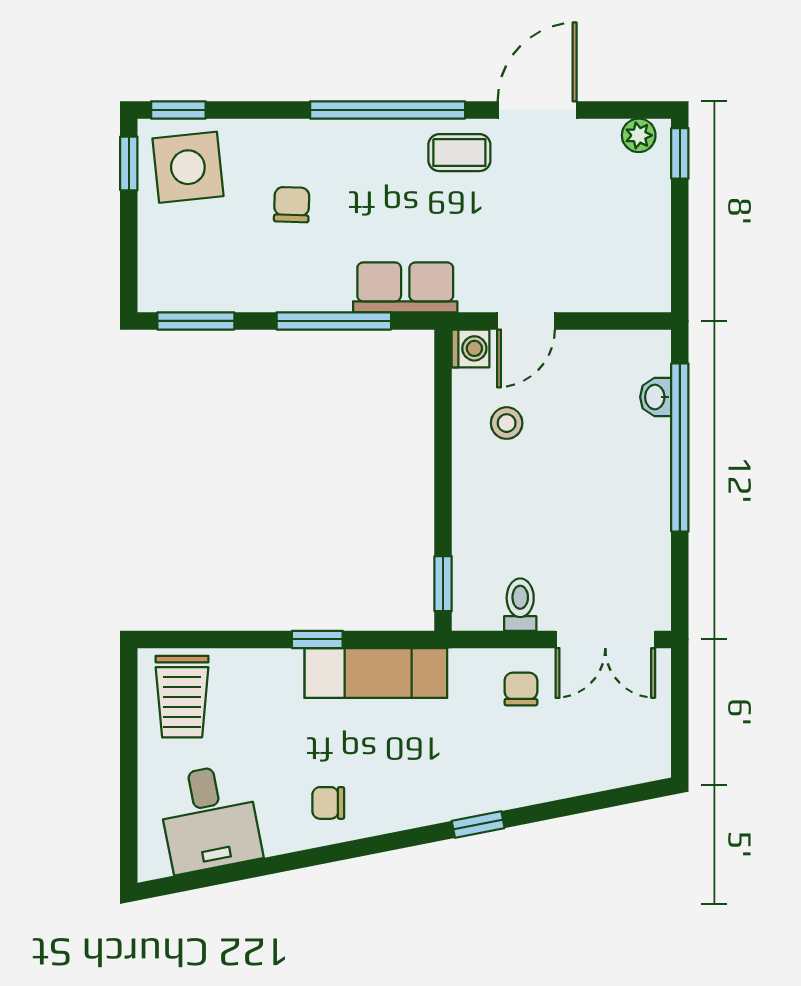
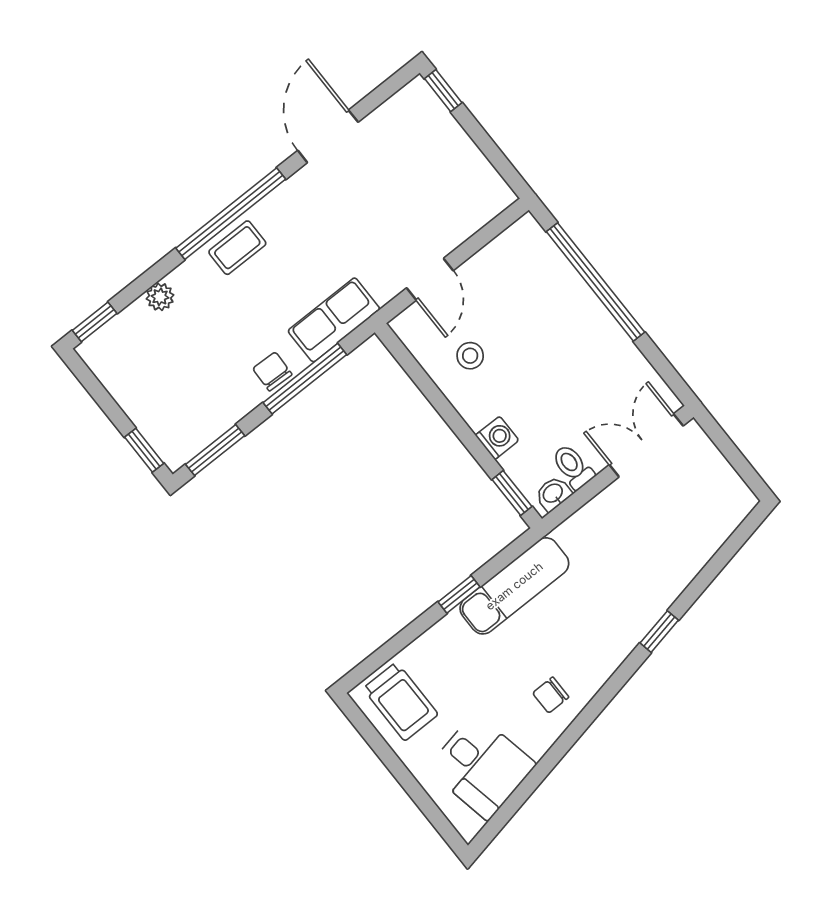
plant: (639, 135) -> (160, 297), moved
coffee table: (459, 153) -> (237, 248), moved
window: (129, 163) -> (144, 450), moved
side table: (188, 167) -> (130, 354), removed
chair: (292, 205) -> (272, 371), moved
washing machine: (471, 348) -> (497, 438), moved
washbasin: (656, 397) -> (553, 494), moved, turned 90
double door: (605, 639) -> (646, 445), swing flipped
chair: (521, 689) -> (617, 521), removed

